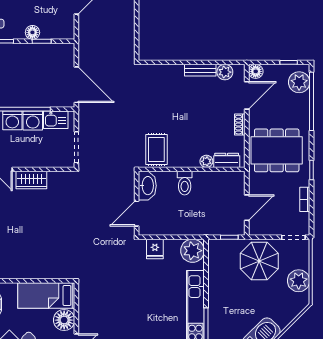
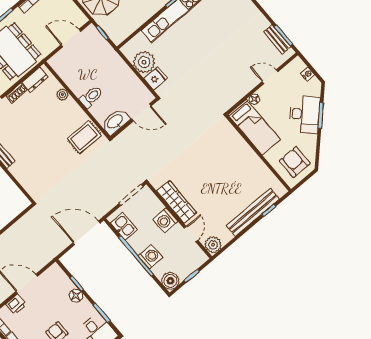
door: (76, 85) -> (87, 233), hinge flipped
washing machine: (33, 121) -> (165, 220), moved, turned 180
dresser: (227, 160) -> (35, 80), moved, turned -90
wardrobe: (31, 180) -> (177, 202), width x1.50
plant: (192, 251) -> (144, 62), moved
floor lamp: (64, 320) -> (254, 99), width x0.53, depth x0.53

